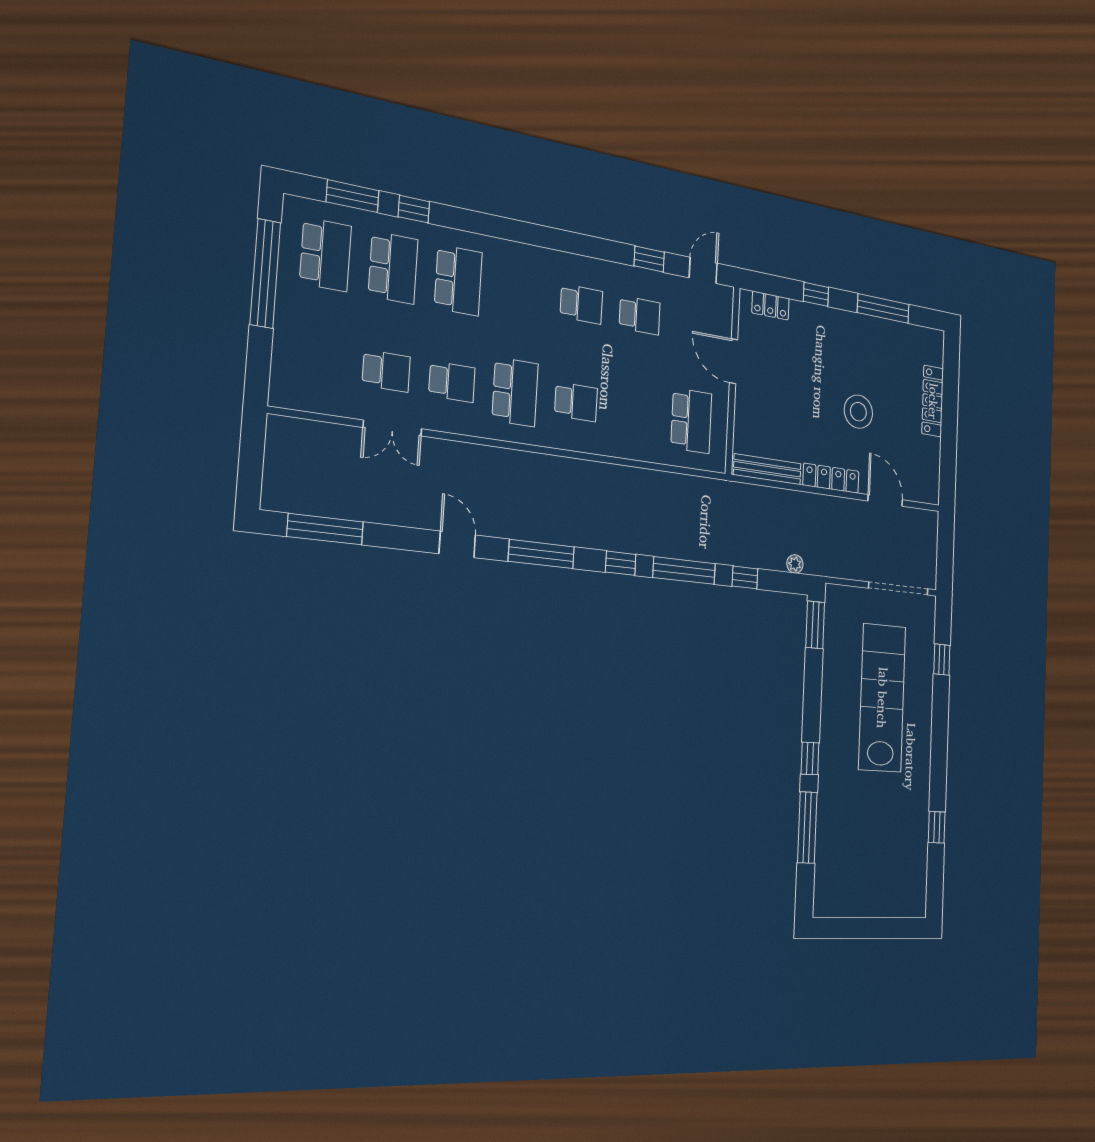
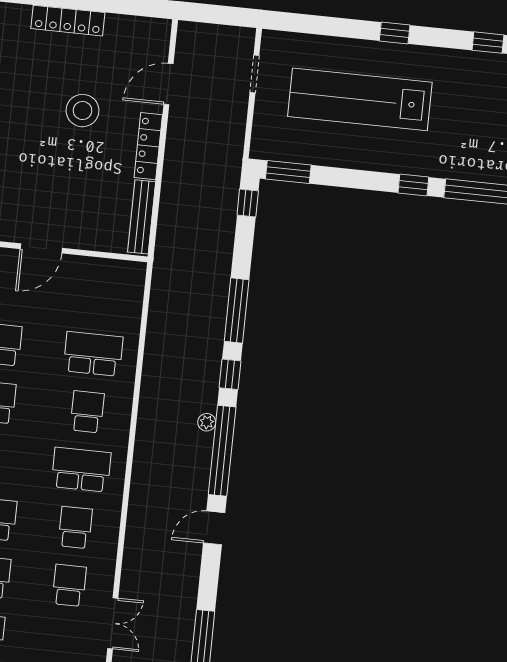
school desk: (691, 421) -> (93, 354), moved
double door: (392, 428) -> (113, 623), moved
window: (541, 554) -> (222, 451), width x1.46
plant: (795, 564) -> (207, 422), moved
window: (745, 578) -> (248, 203), moved
doorway: (898, 588) -> (254, 74), width x0.53
window: (942, 660) -> (395, 33), moved

